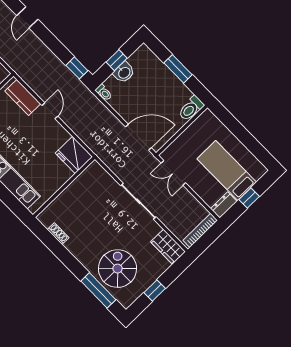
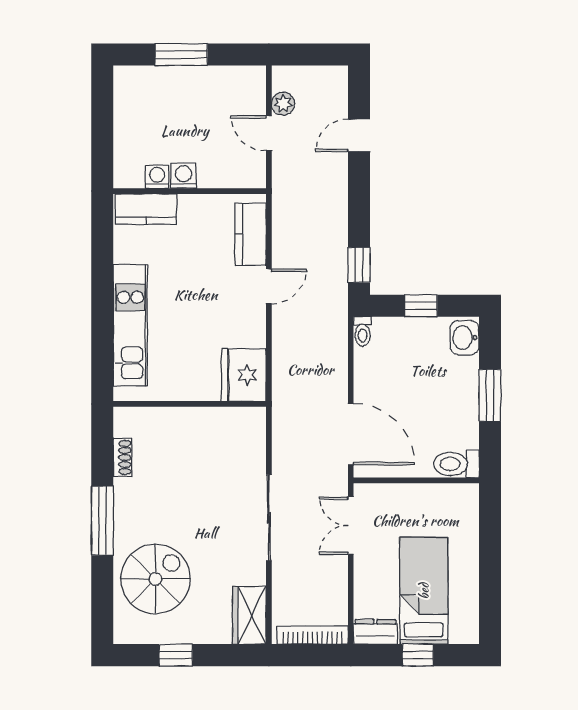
washbasin: (124, 73) -> (465, 338), moved, turned 90
window: (98, 290) -> (102, 521), moved

